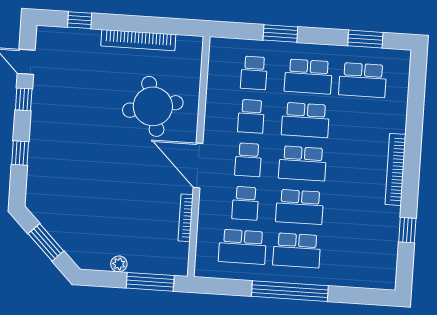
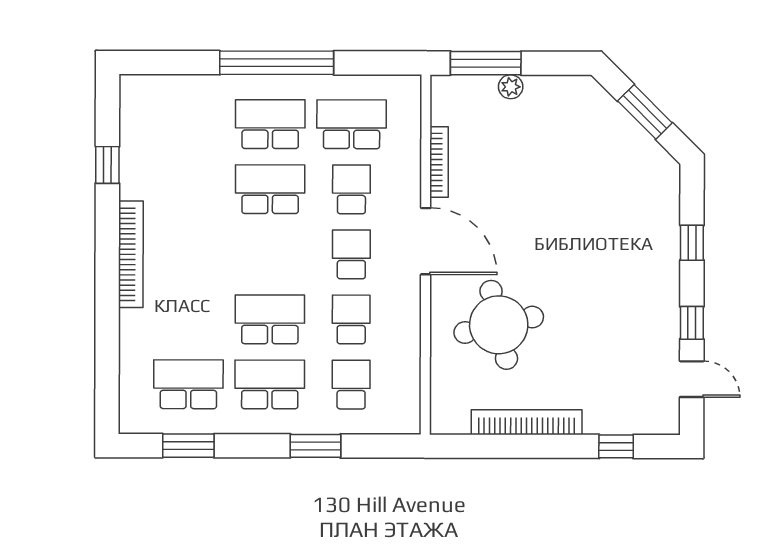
school desk: (303, 163) -> (270, 254), removed
plant: (119, 264) -> (511, 87), moved

